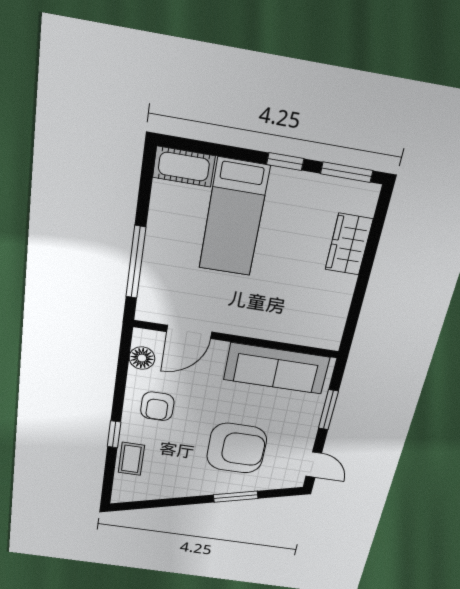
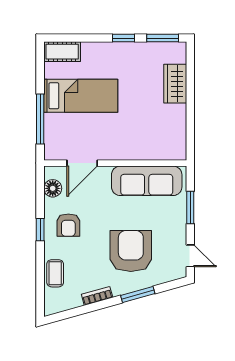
bed: (234, 218) -> (81, 96), moved, turned -90
window: (114, 434) -> (40, 230), moved
armchair: (237, 448) -> (131, 251), turned -90
bookcase: (183, 491) -> (97, 296), added

